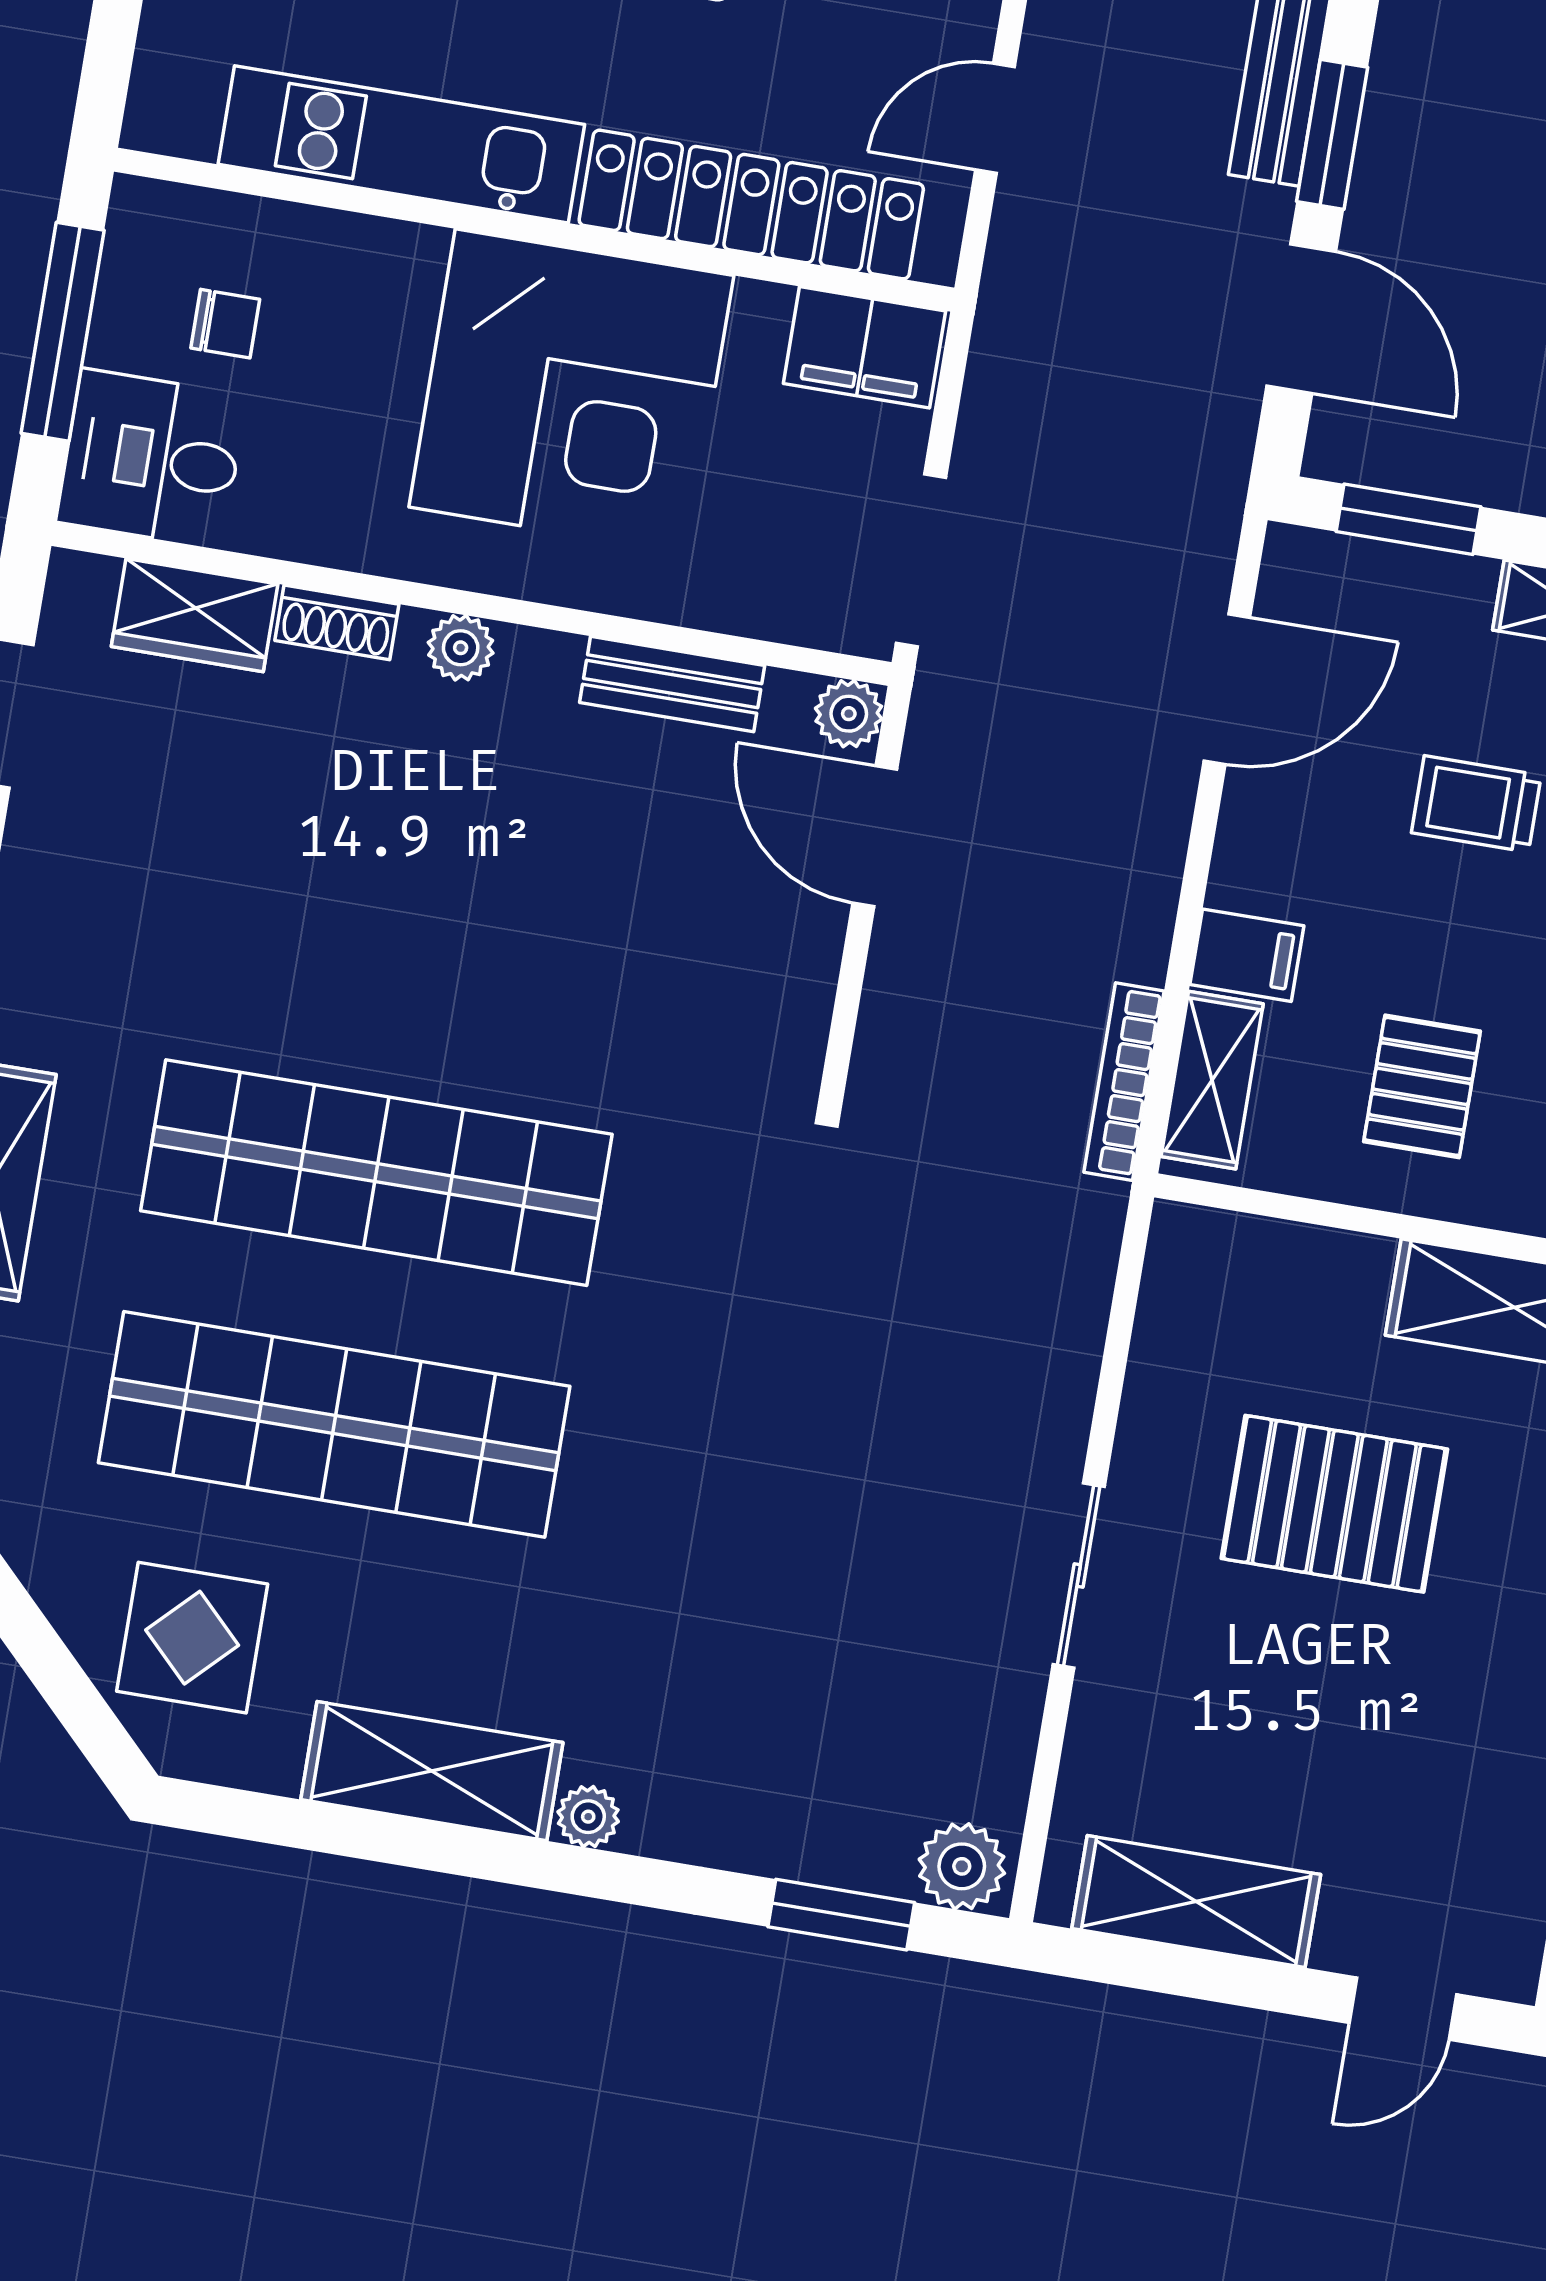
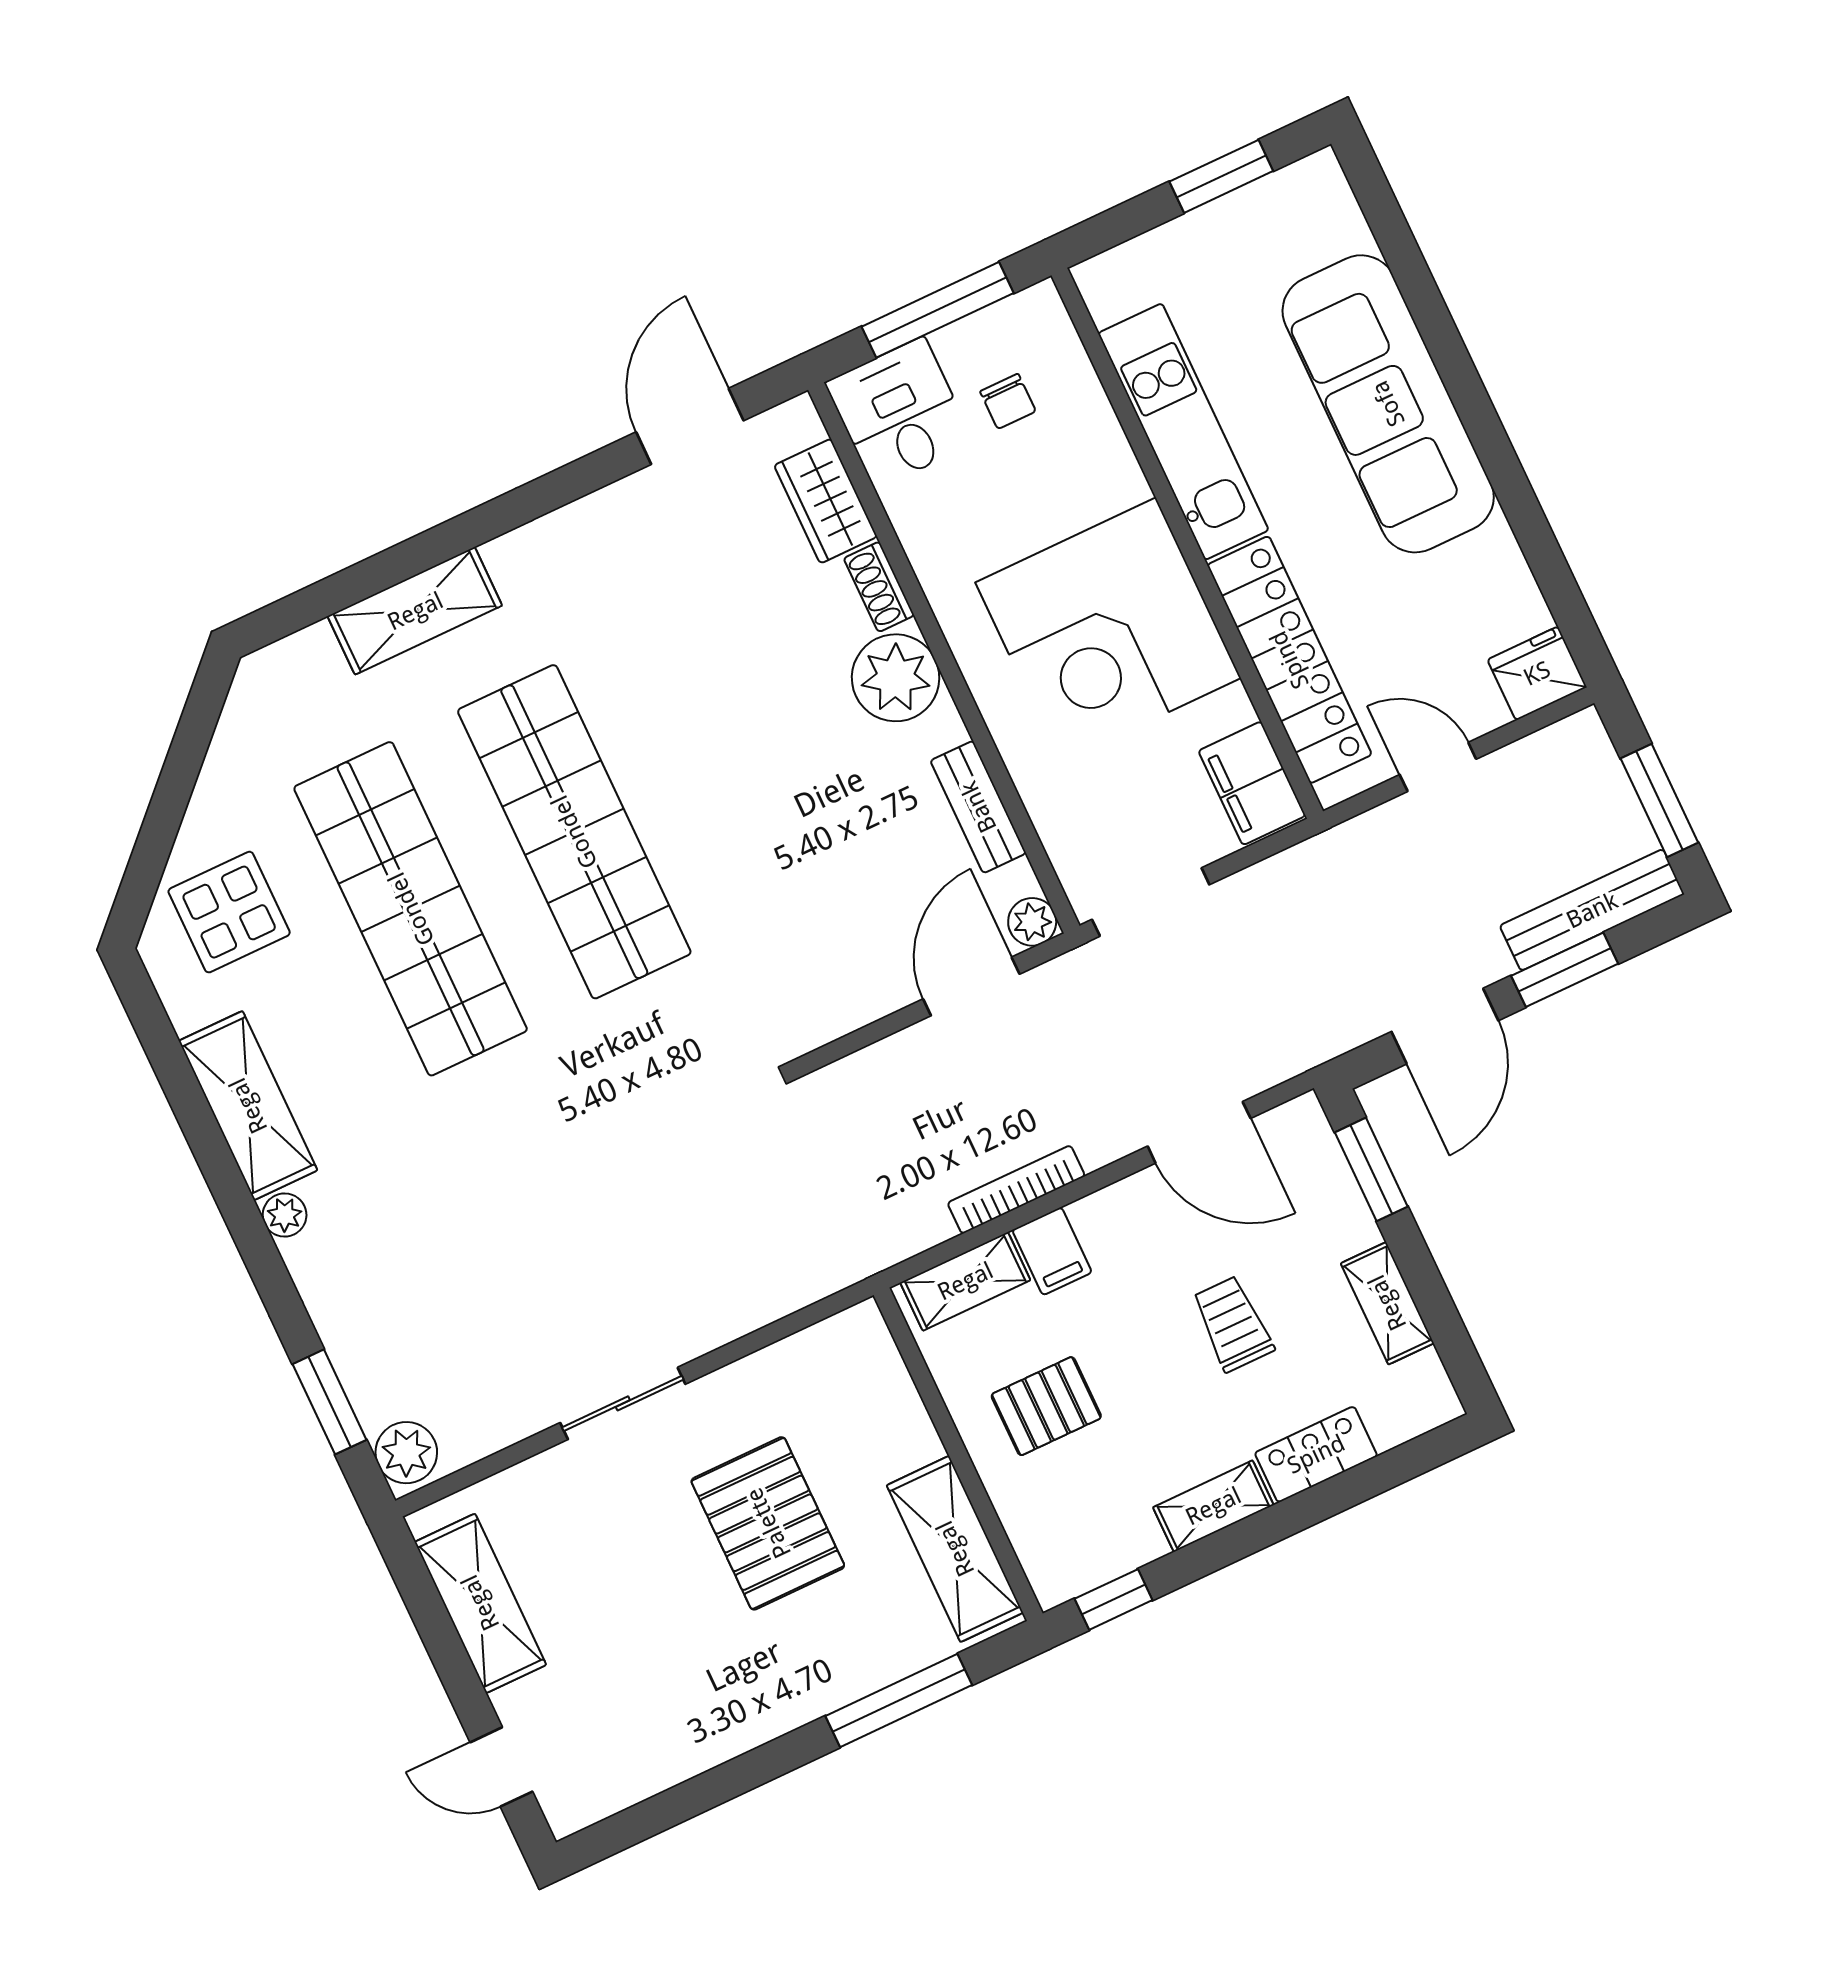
plant: (461, 648) -> (896, 678), width x1.87, depth x1.87
bookcase: (1124, 1082) -> (1016, 1190), moved

